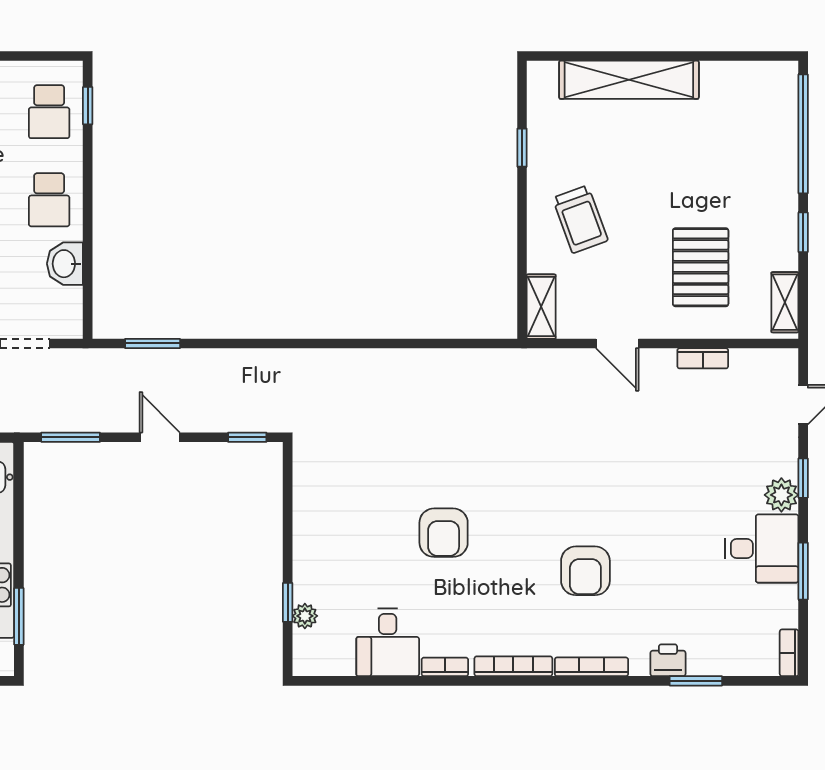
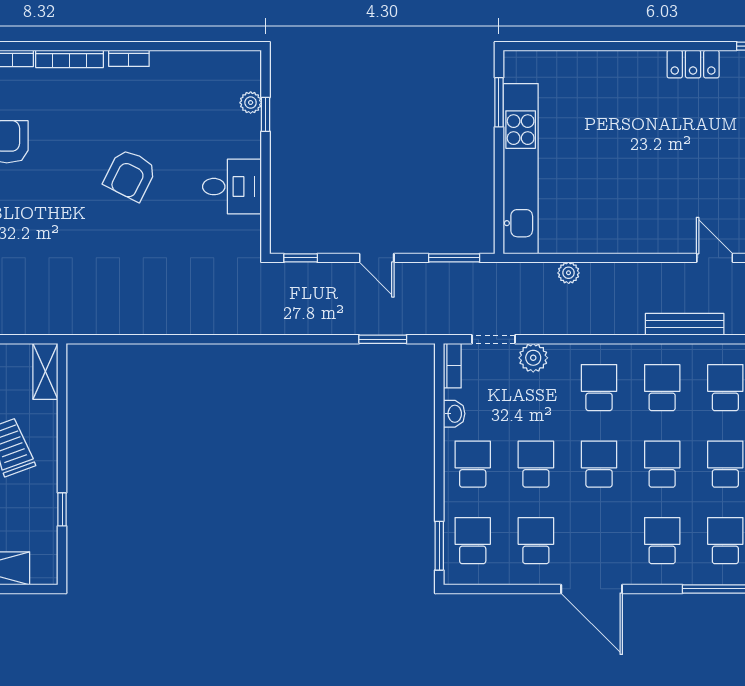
window: (88, 106) -> (439, 546), width x1.50
washbasin: (65, 264) -> (454, 414), width x0.72, depth x0.69
bookcase: (73, 313) -> (452, 366), added
armchair: (444, 533) -> (130, 175), turned -153
desk: (388, 642) -> (232, 187), moved, turned 90

